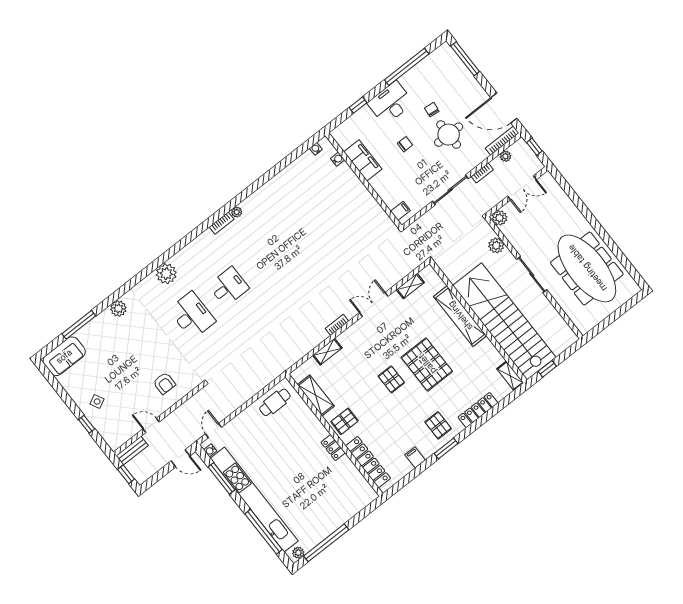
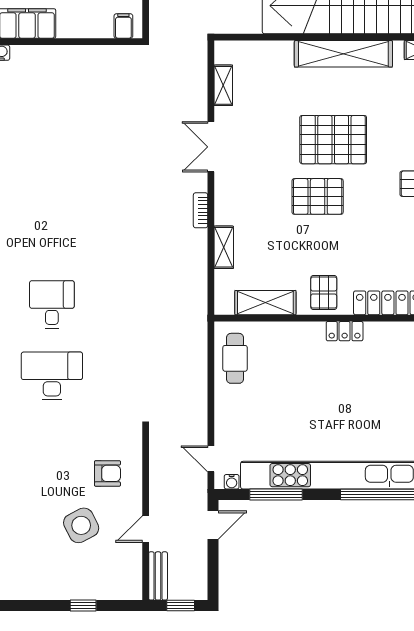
shelving: (460, 316) -> (343, 54), moved
pallet: (391, 379) -> (318, 196), width x1.50, depth x1.42
side table: (97, 402) -> (81, 525), moved, width x1.87, depth x1.87

